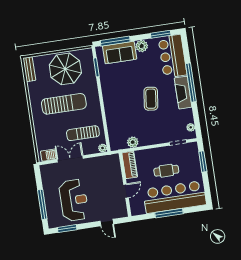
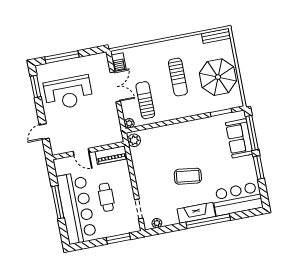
window: (161, 34) -> (259, 168), moved
plant: (142, 46) -> (248, 163), removed
sun lounger: (64, 104) -> (178, 77), width x0.73, depth x0.75
plant: (133, 142) -> (134, 140), moved

